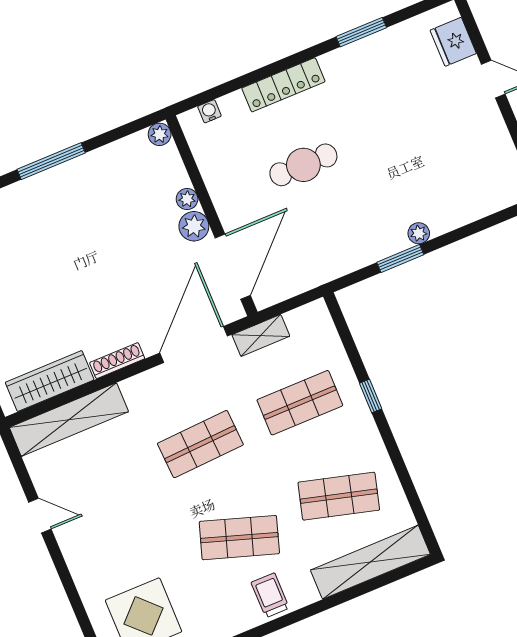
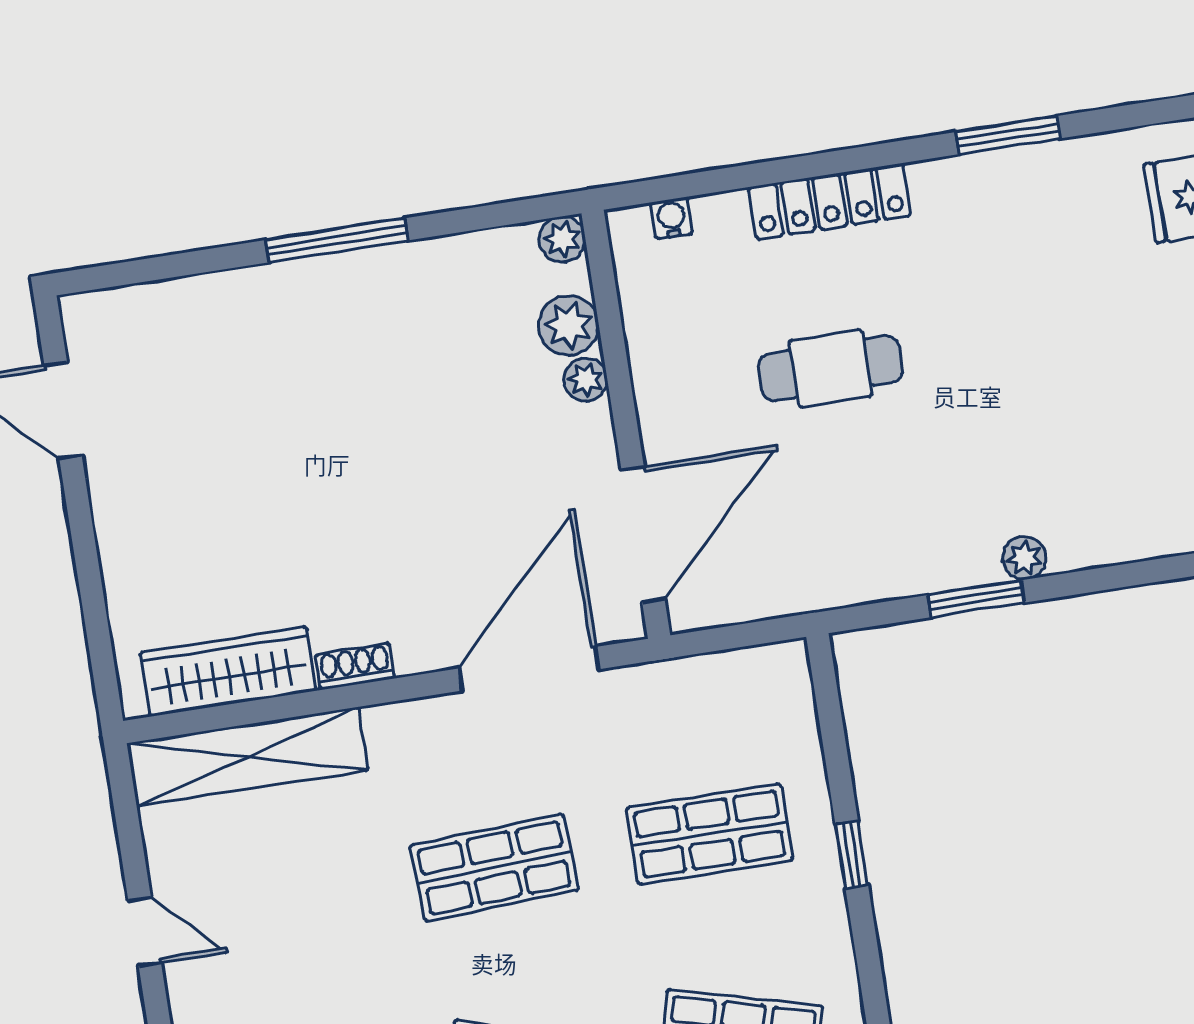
plant: (194, 226) -> (569, 325), moved
shelving: (261, 335) -> (665, 683), removed
shoe rack: (117, 361) -> (355, 666), width x0.70

